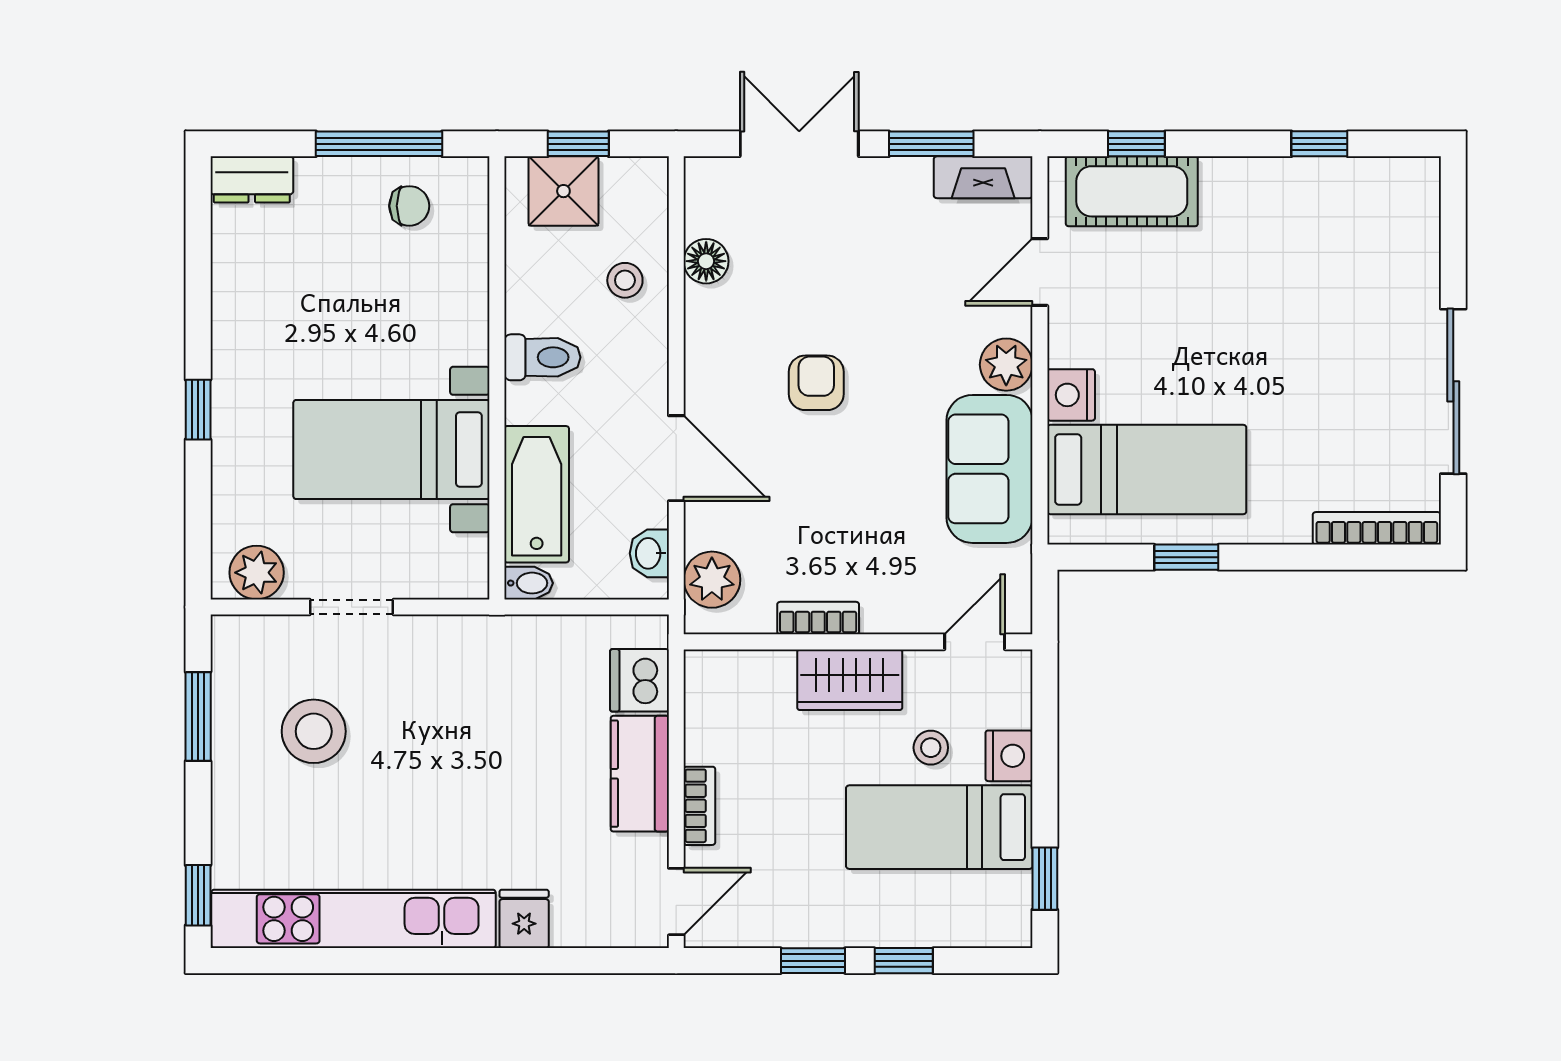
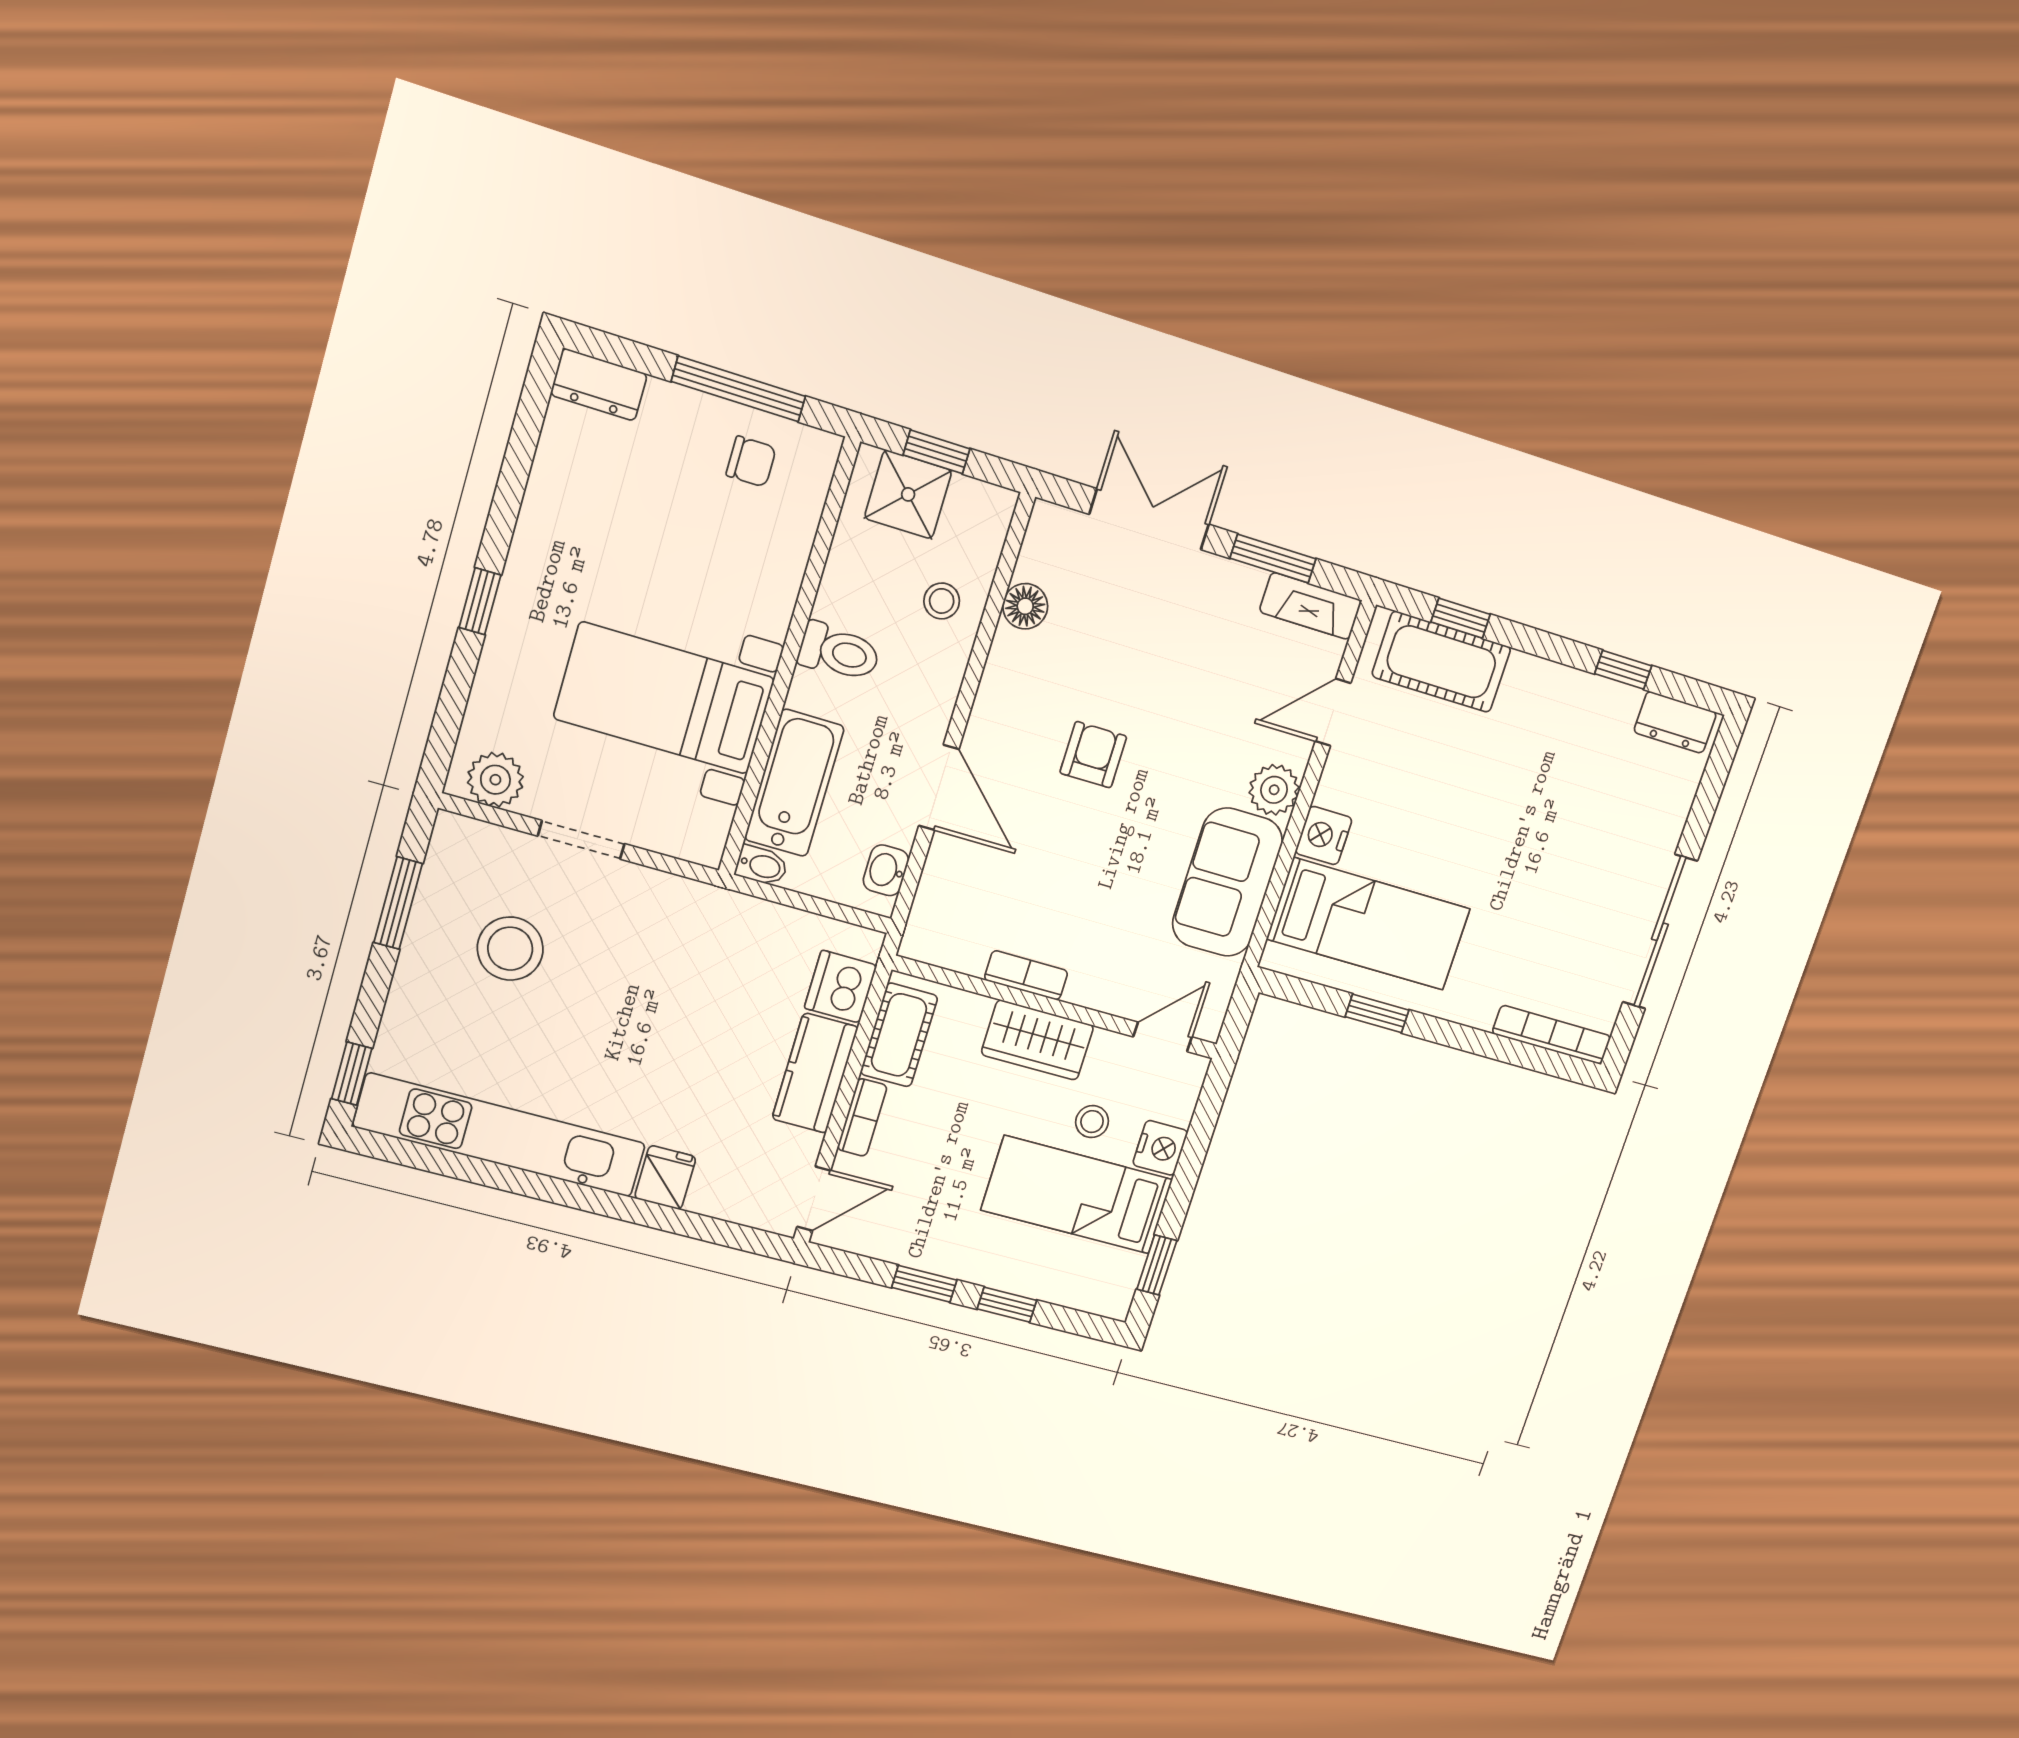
dresser: (1392, 179) -> (1675, 722), added
plant: (712, 580) -> (938, 912), removed
cot: (711, 713) -> (899, 1035), added

